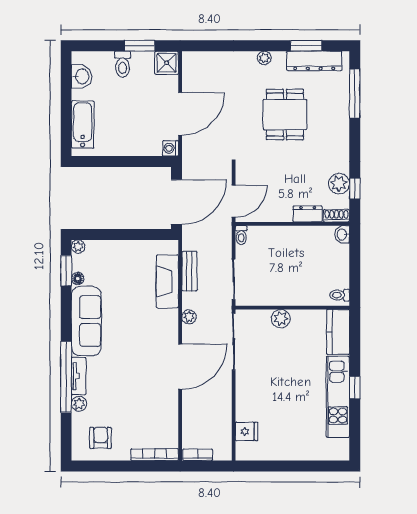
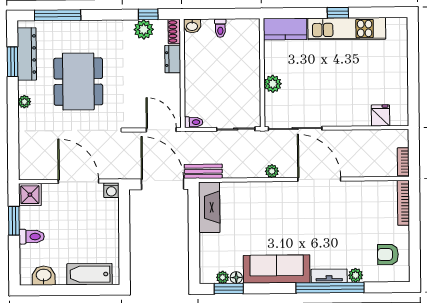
dining table: (285, 115) -> (78, 82), width x1.38
plant: (78, 246) -> (223, 277), moved
bench: (190, 271) -> (203, 171), moved
fireplace: (167, 281) -> (209, 207), moved, turned -90
toilet: (340, 295) -> (220, 28), moved

